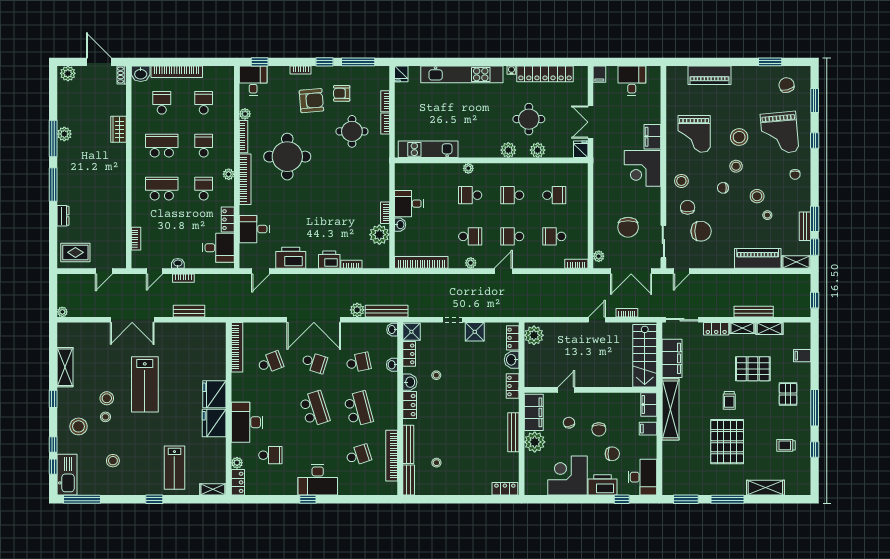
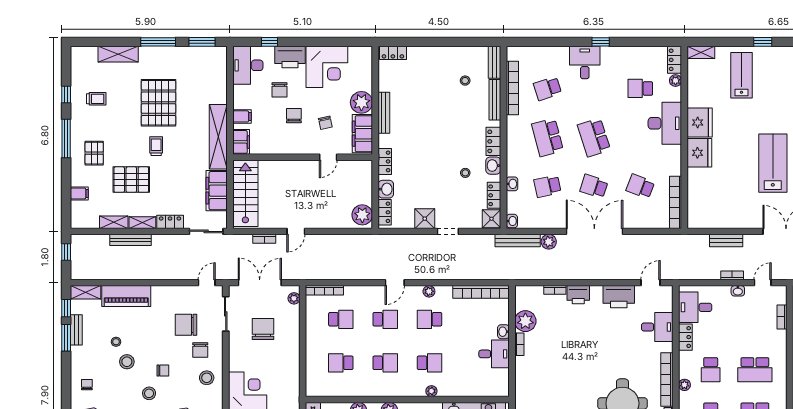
bookcase: (576, 264) -> (324, 290), width x1.56
school desk: (270, 363) -> (640, 186), turned 42
chair: (612, 454) -> (280, 90), turned -90
desk: (318, 480) -> (585, 63), width x0.73

